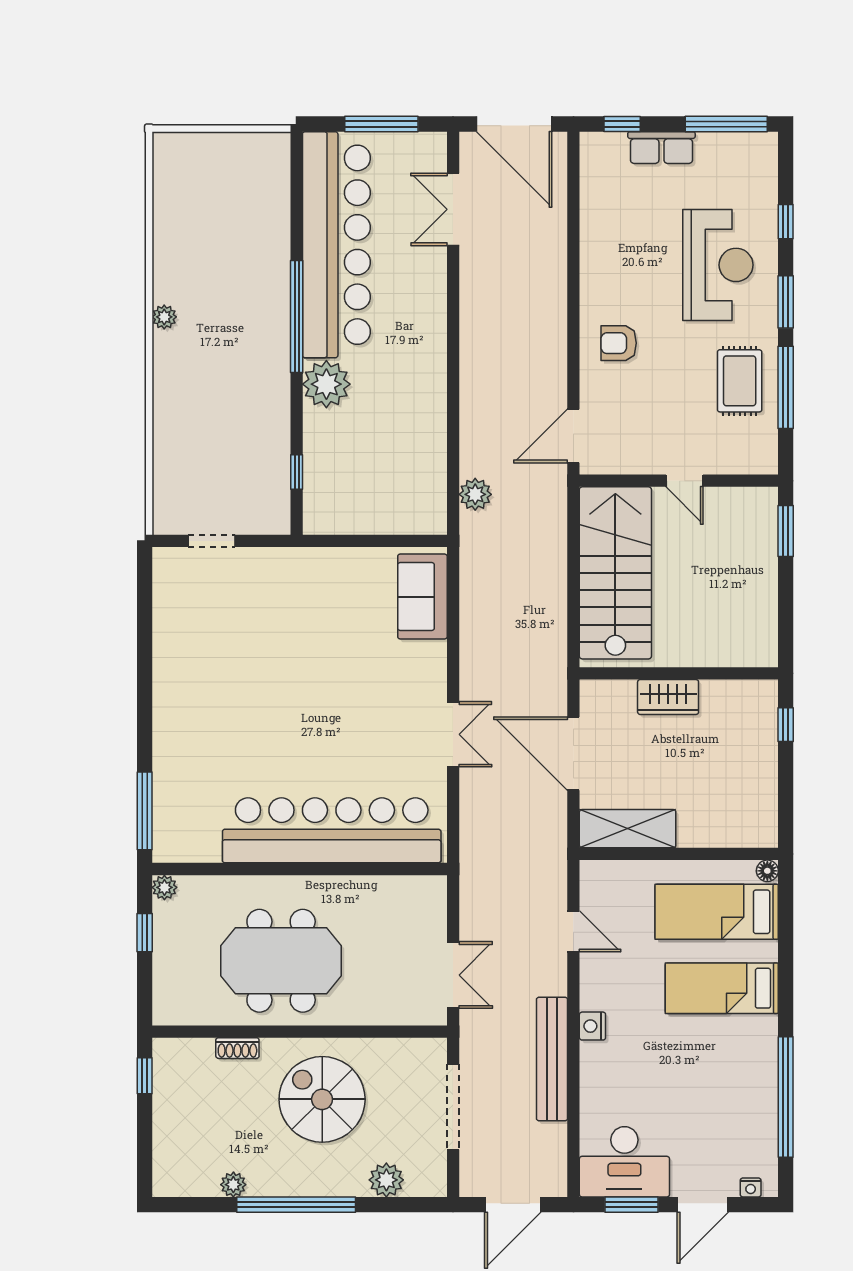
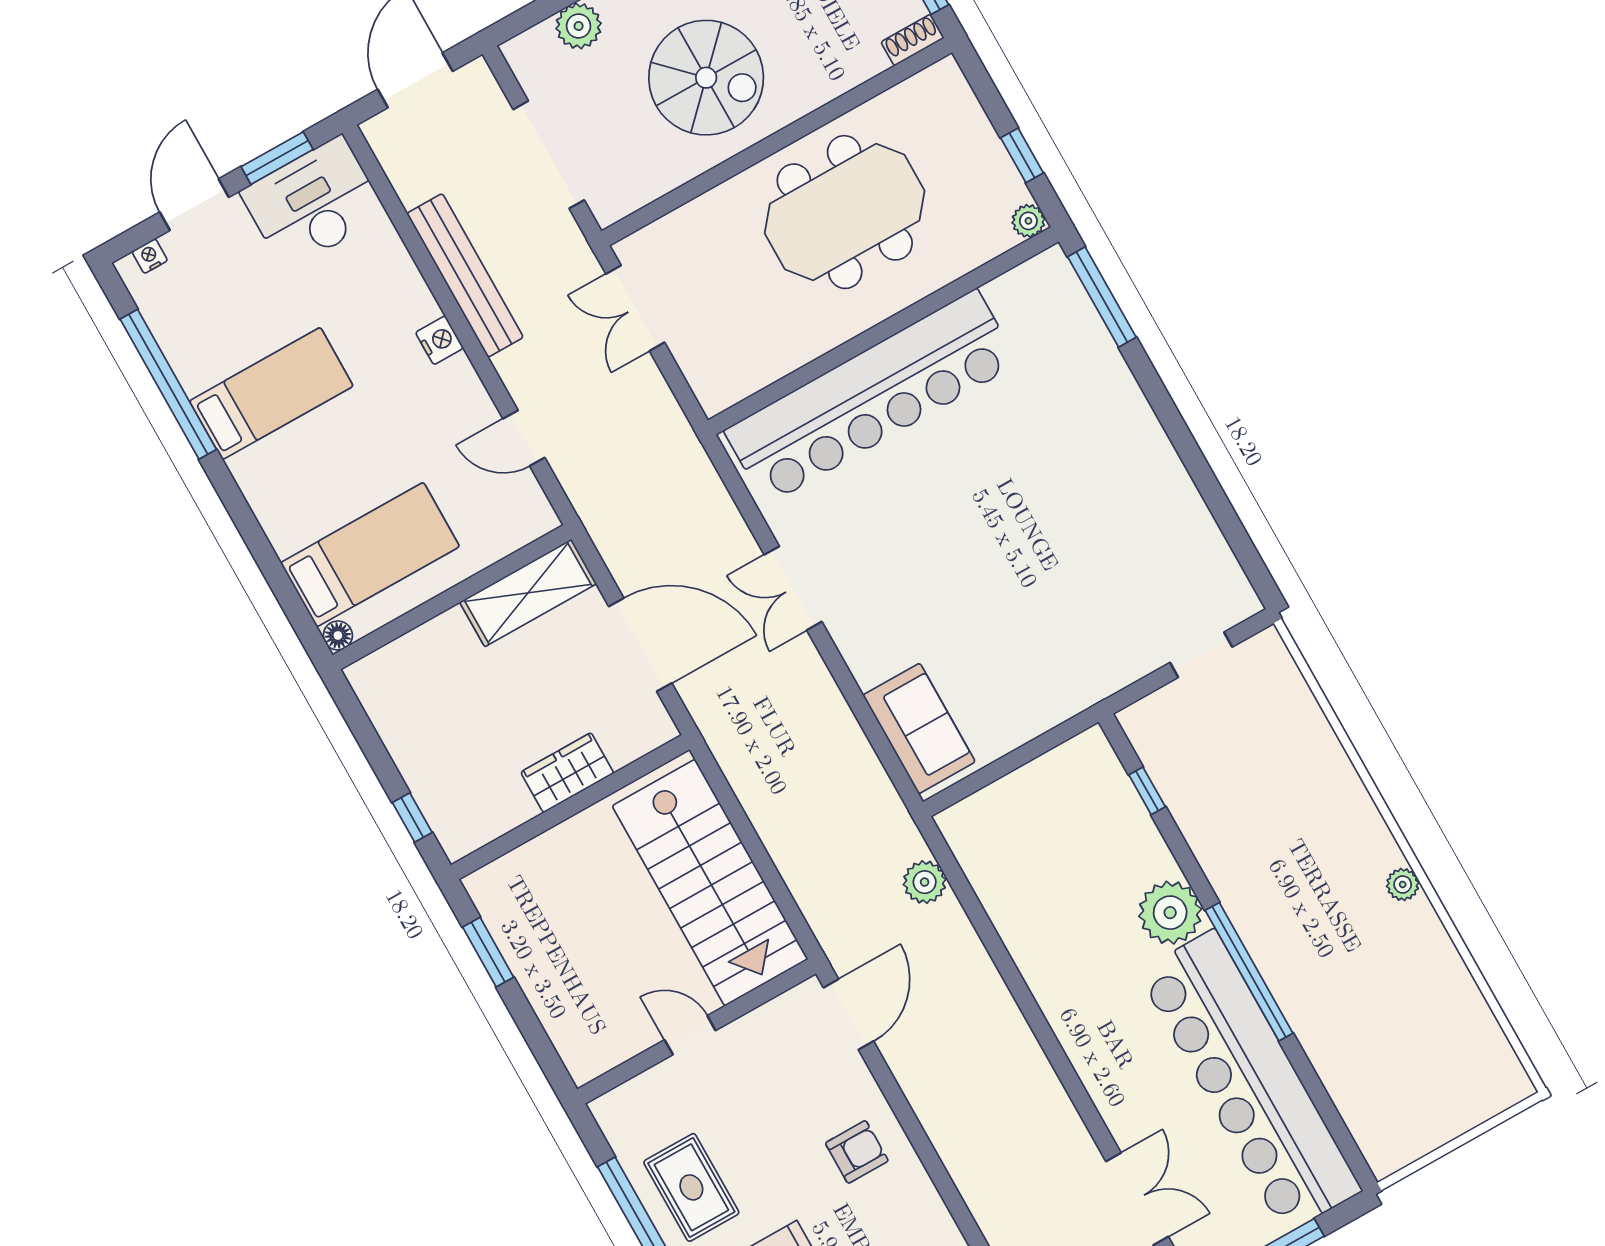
window: (786, 531) -> (488, 952), moved
bed: (722, 988) -> (271, 393), moved
shoe rack: (237, 1048) -> (913, 40), moved

